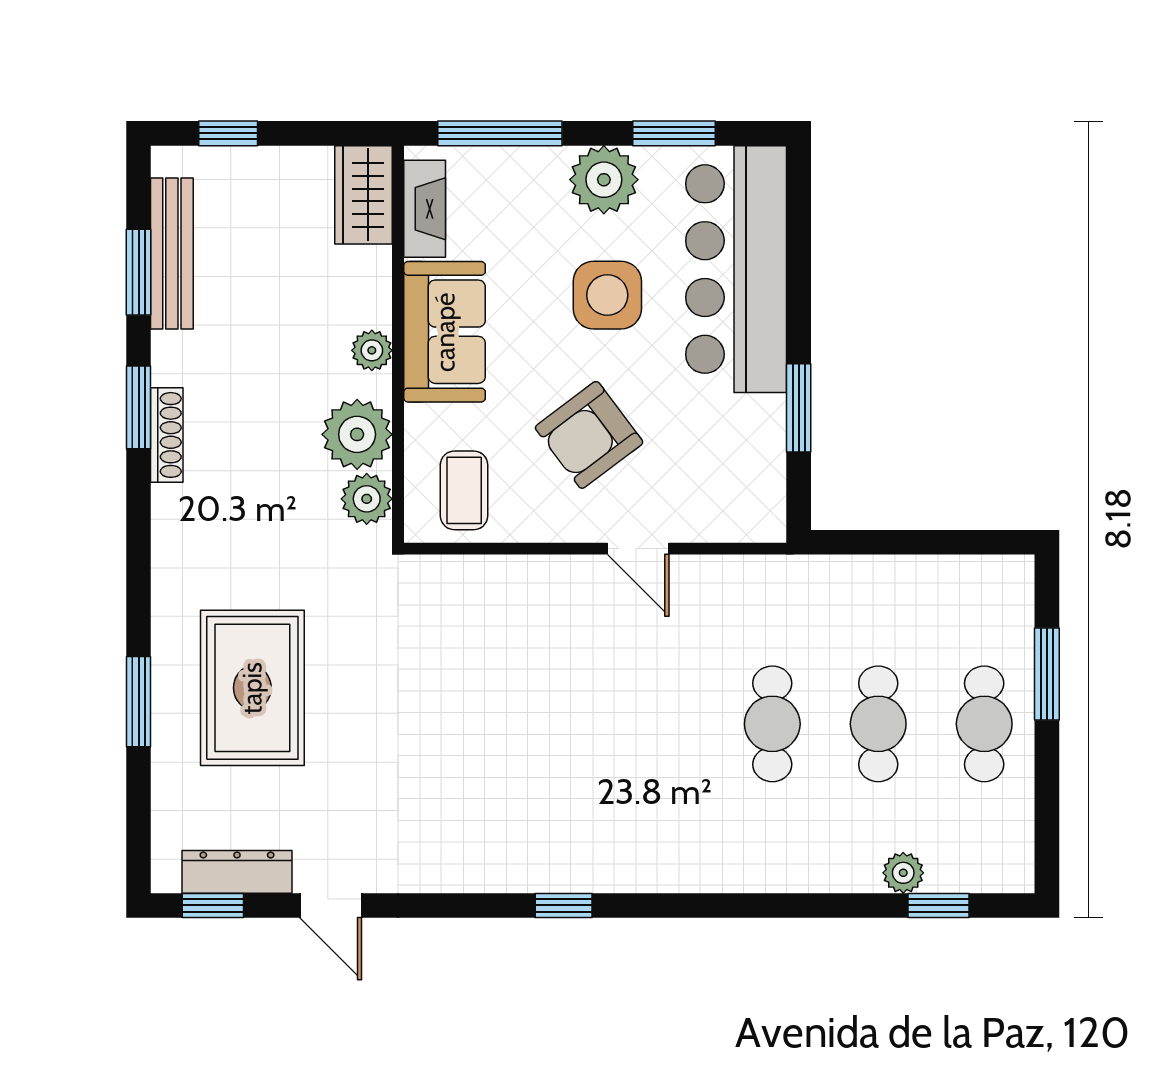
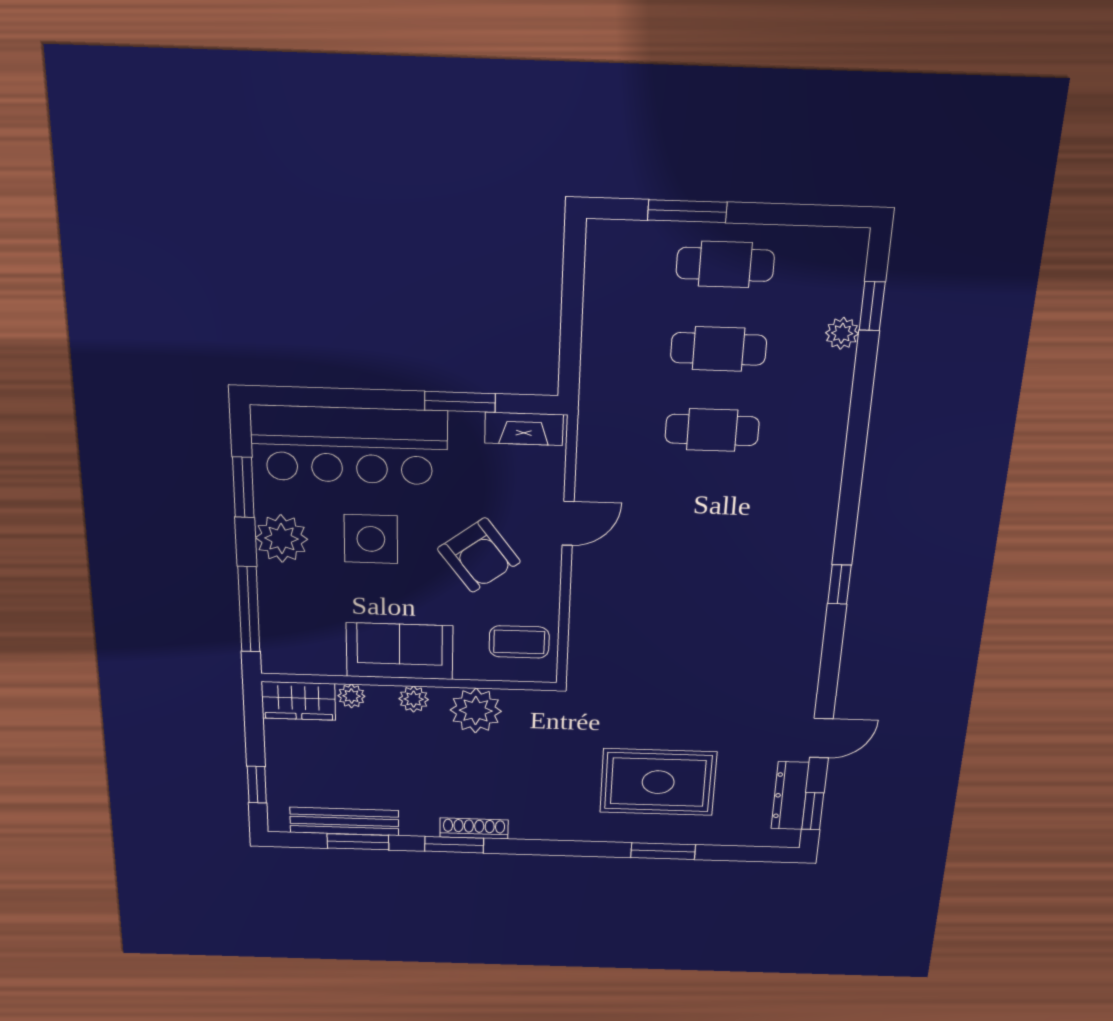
fireplace: (425, 209) -> (524, 429), moved, turned 180
plant: (367, 499) -> (351, 696), moved, width x0.73, depth x0.73

